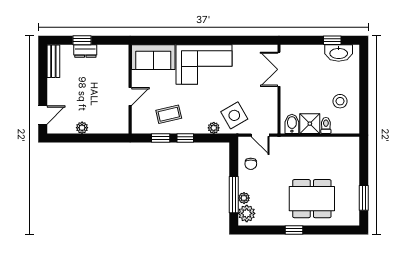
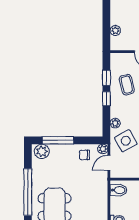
shower: (310, 124) -> (119, 205), removed
plant: (82, 128) -> (115, 30), moved
plant: (244, 198) -> (103, 149), moved
window: (294, 230) -> (28, 192), width x3.17

